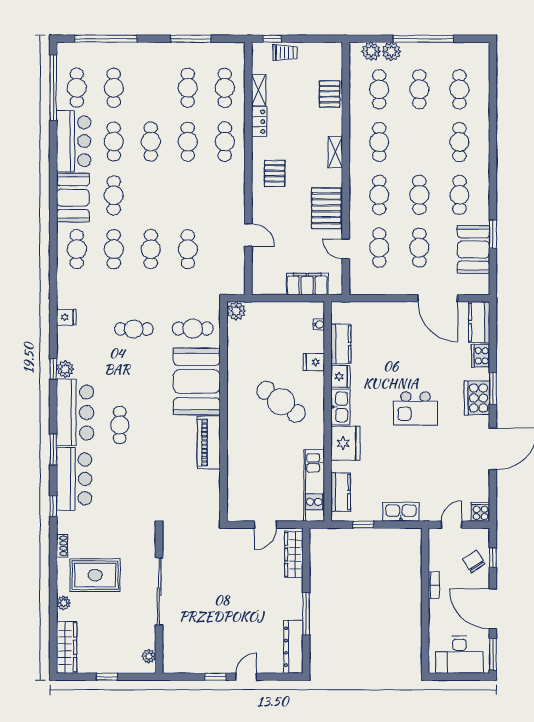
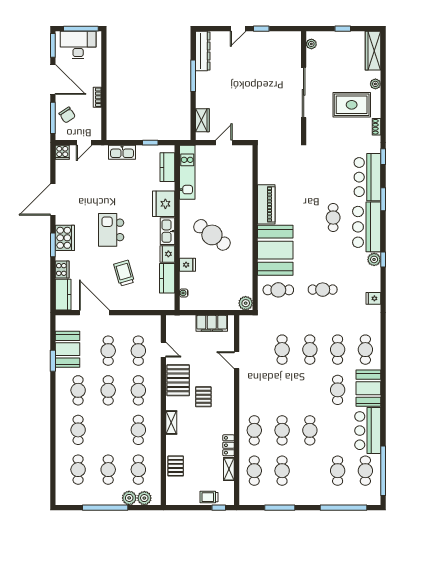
cafe table: (114, 142) -> (338, 430), removed
pallet: (275, 173) -> (203, 397), moved
filing cabinet: (307, 284) -> (212, 323), moved
trolley: (398, 351) -> (124, 273), added
kitchen island: (415, 408) -> (111, 230), turned -90
wardrobe: (294, 554) -> (202, 120), width x0.67
window: (493, 558) -> (53, 118), width x2.17
window: (456, 677) -> (81, 29), added

